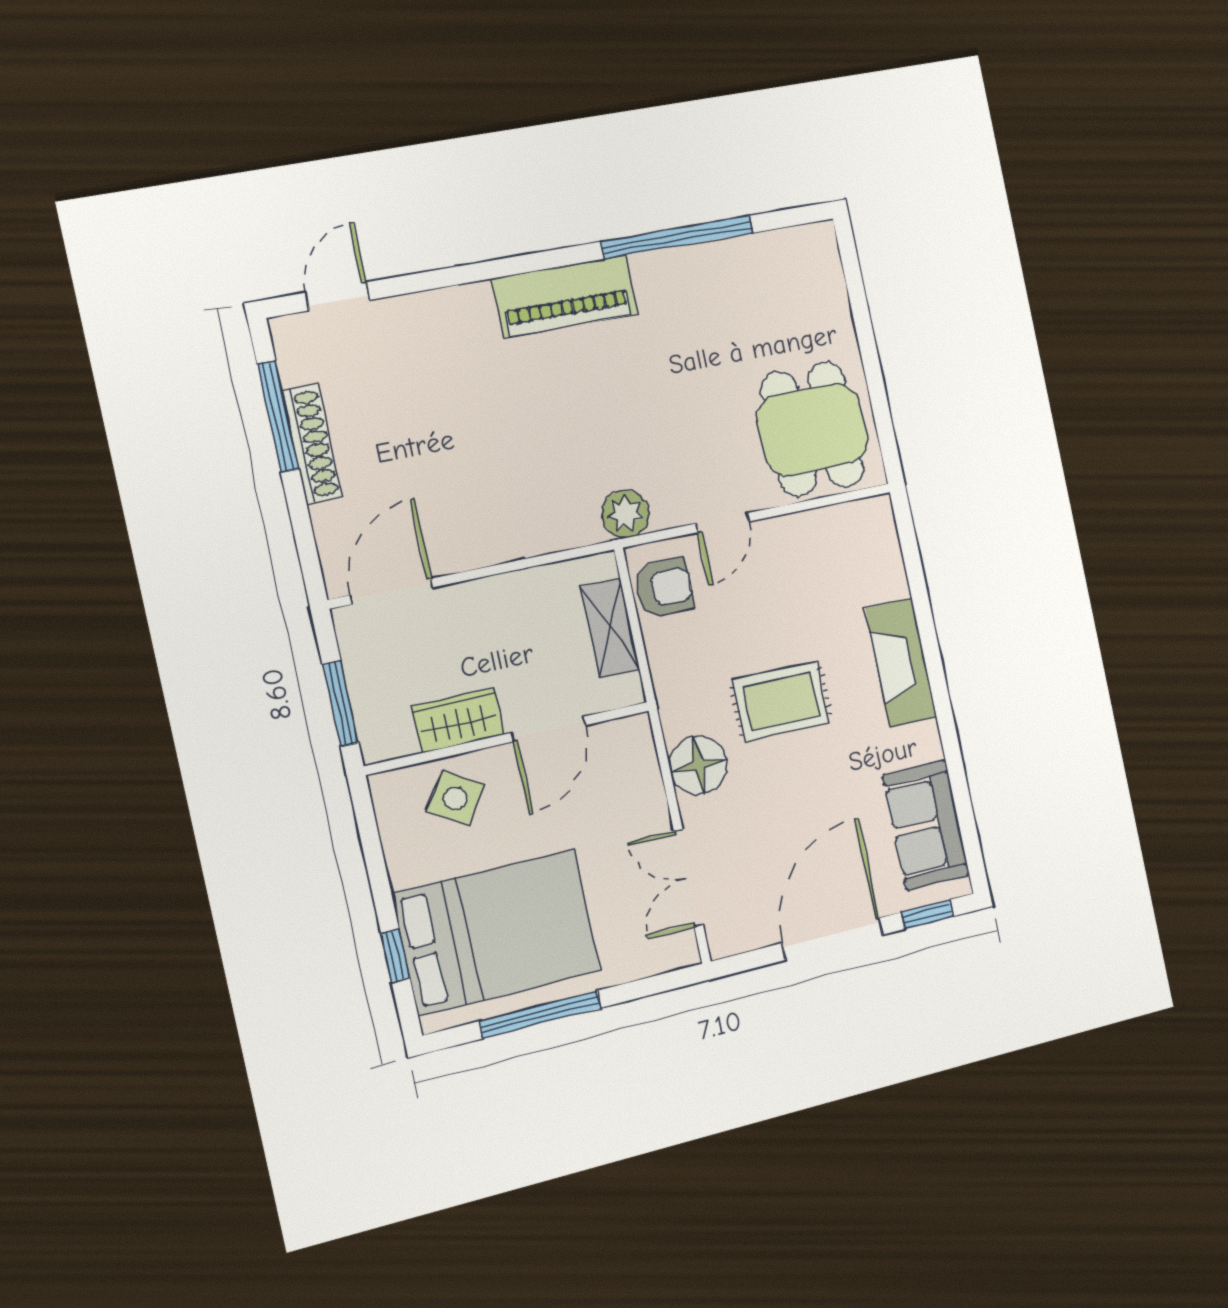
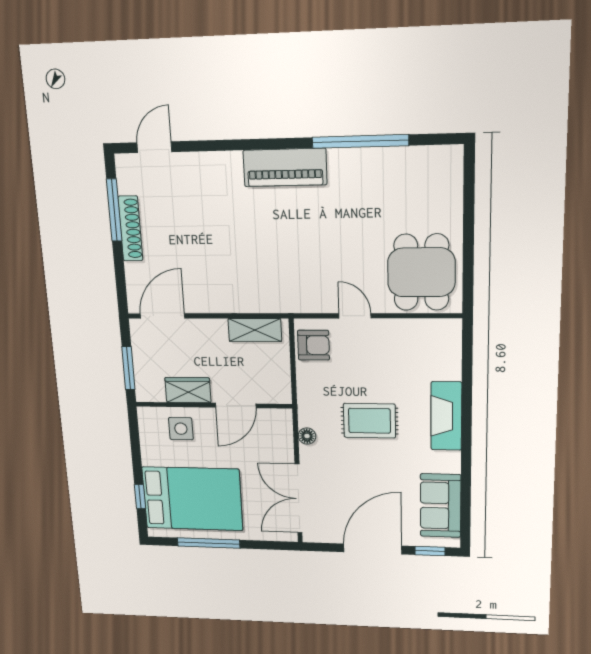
plant: (625, 514) -> (298, 300), removed
door: (723, 523) -> (355, 316), swing flipped
shelving: (610, 628) -> (255, 330), moved, turned 90
floor lamp: (698, 766) -> (307, 436), width x0.53, depth x0.53
side table: (455, 798) -> (181, 429), turned -33
double door: (689, 878) -> (298, 499), width x1.37

